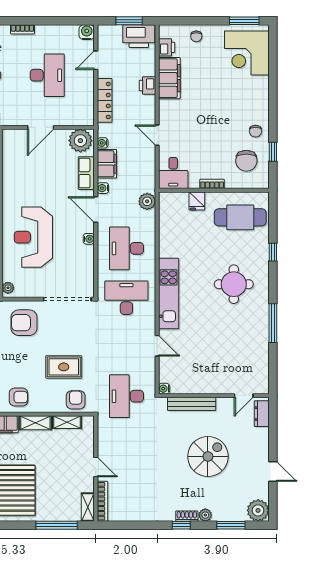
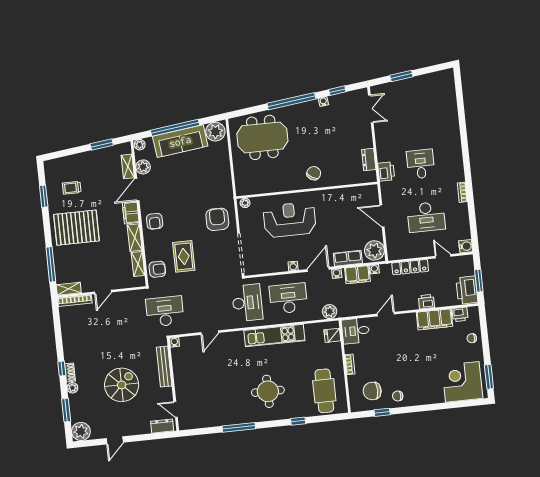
fridge: (197, 201) -> (332, 335), moved
kitchen unit: (169, 294) -> (274, 336), moved
spiral stairs: (208, 456) -> (122, 385), turned -90

